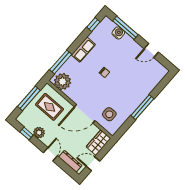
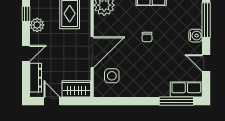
water cooler: (118, 33) -> (196, 36), moved
row of seats: (157, 76) -> (186, 89), added
window: (142, 107) -> (176, 101), moved
door: (85, 114) -> (92, 52), swing flipped

